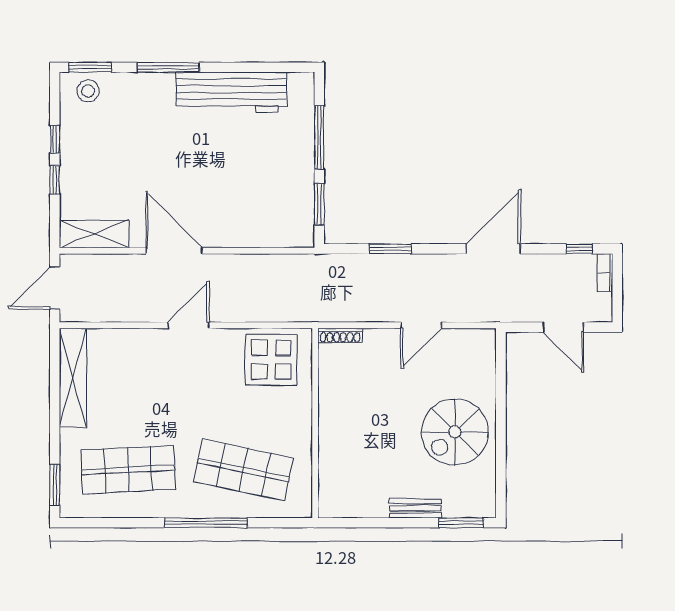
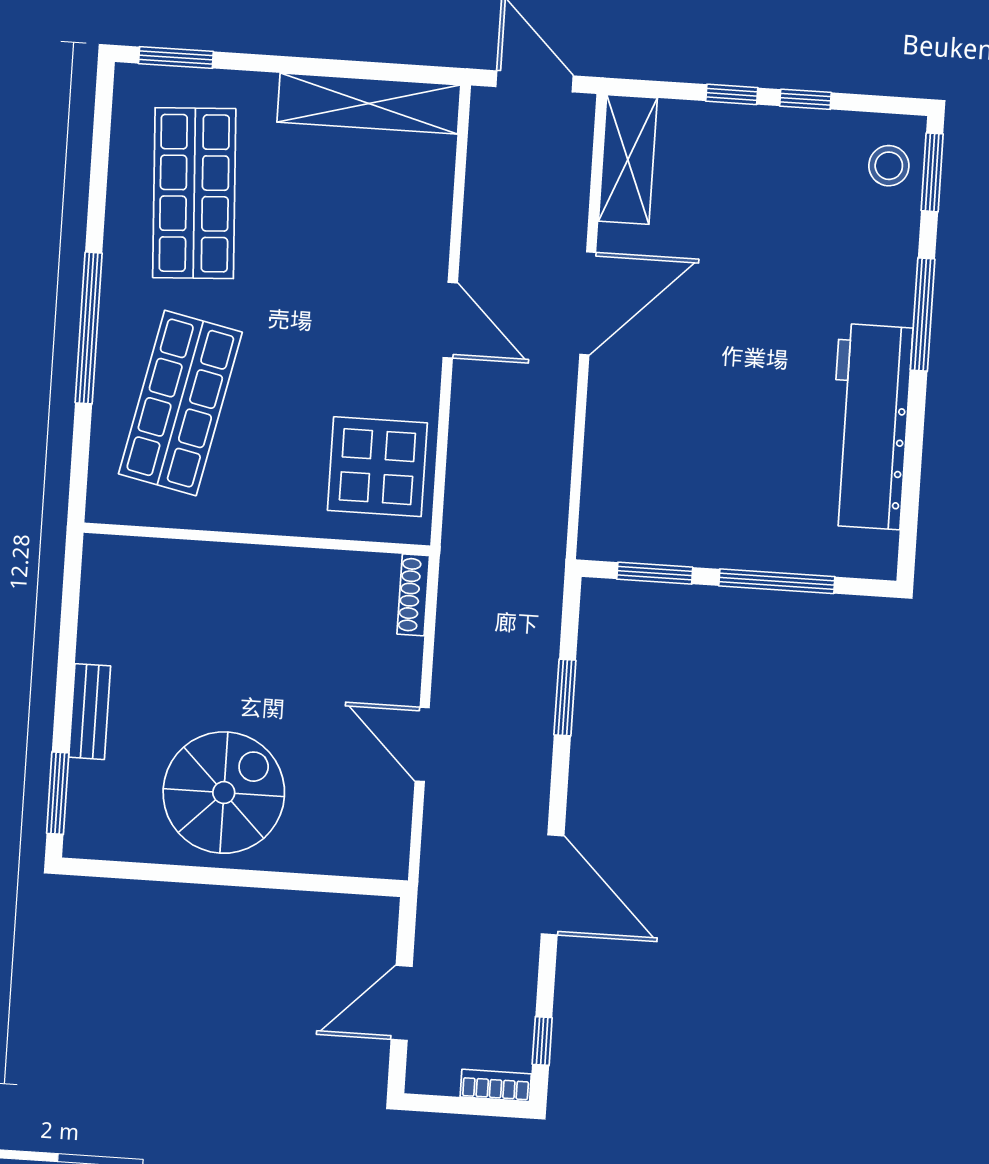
spiral stairs: (455, 432) -> (224, 793), turned 90

